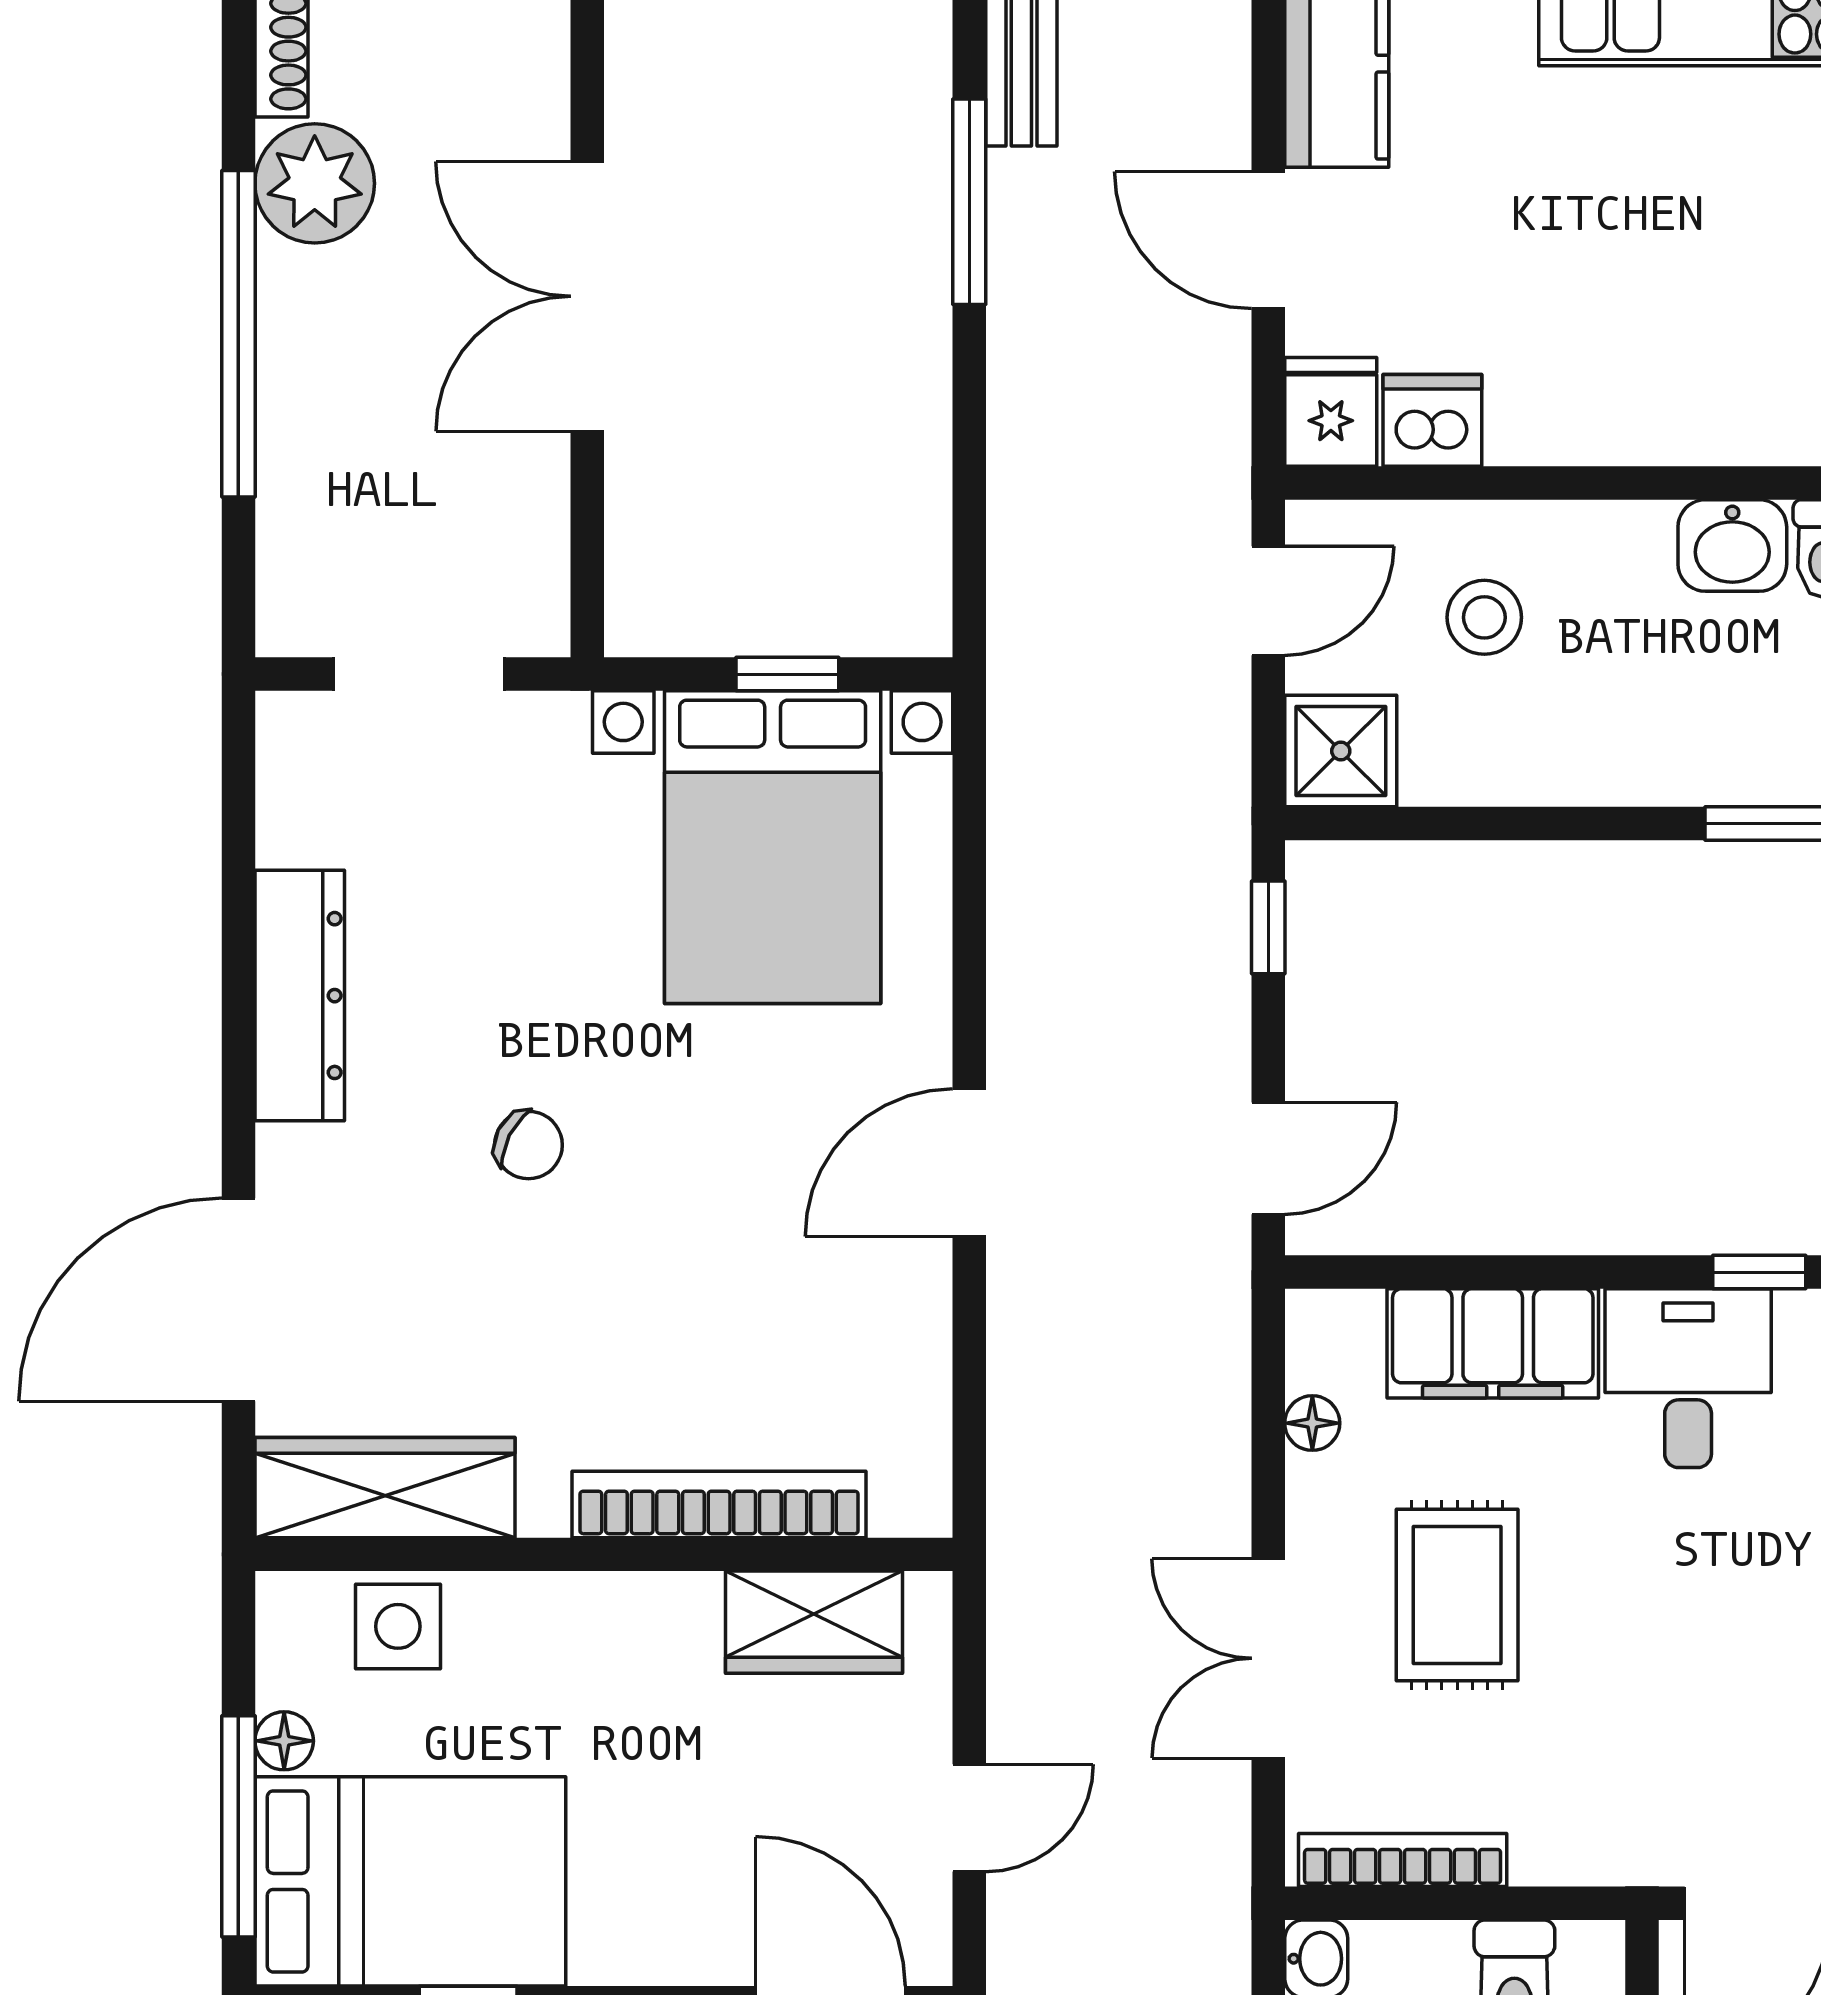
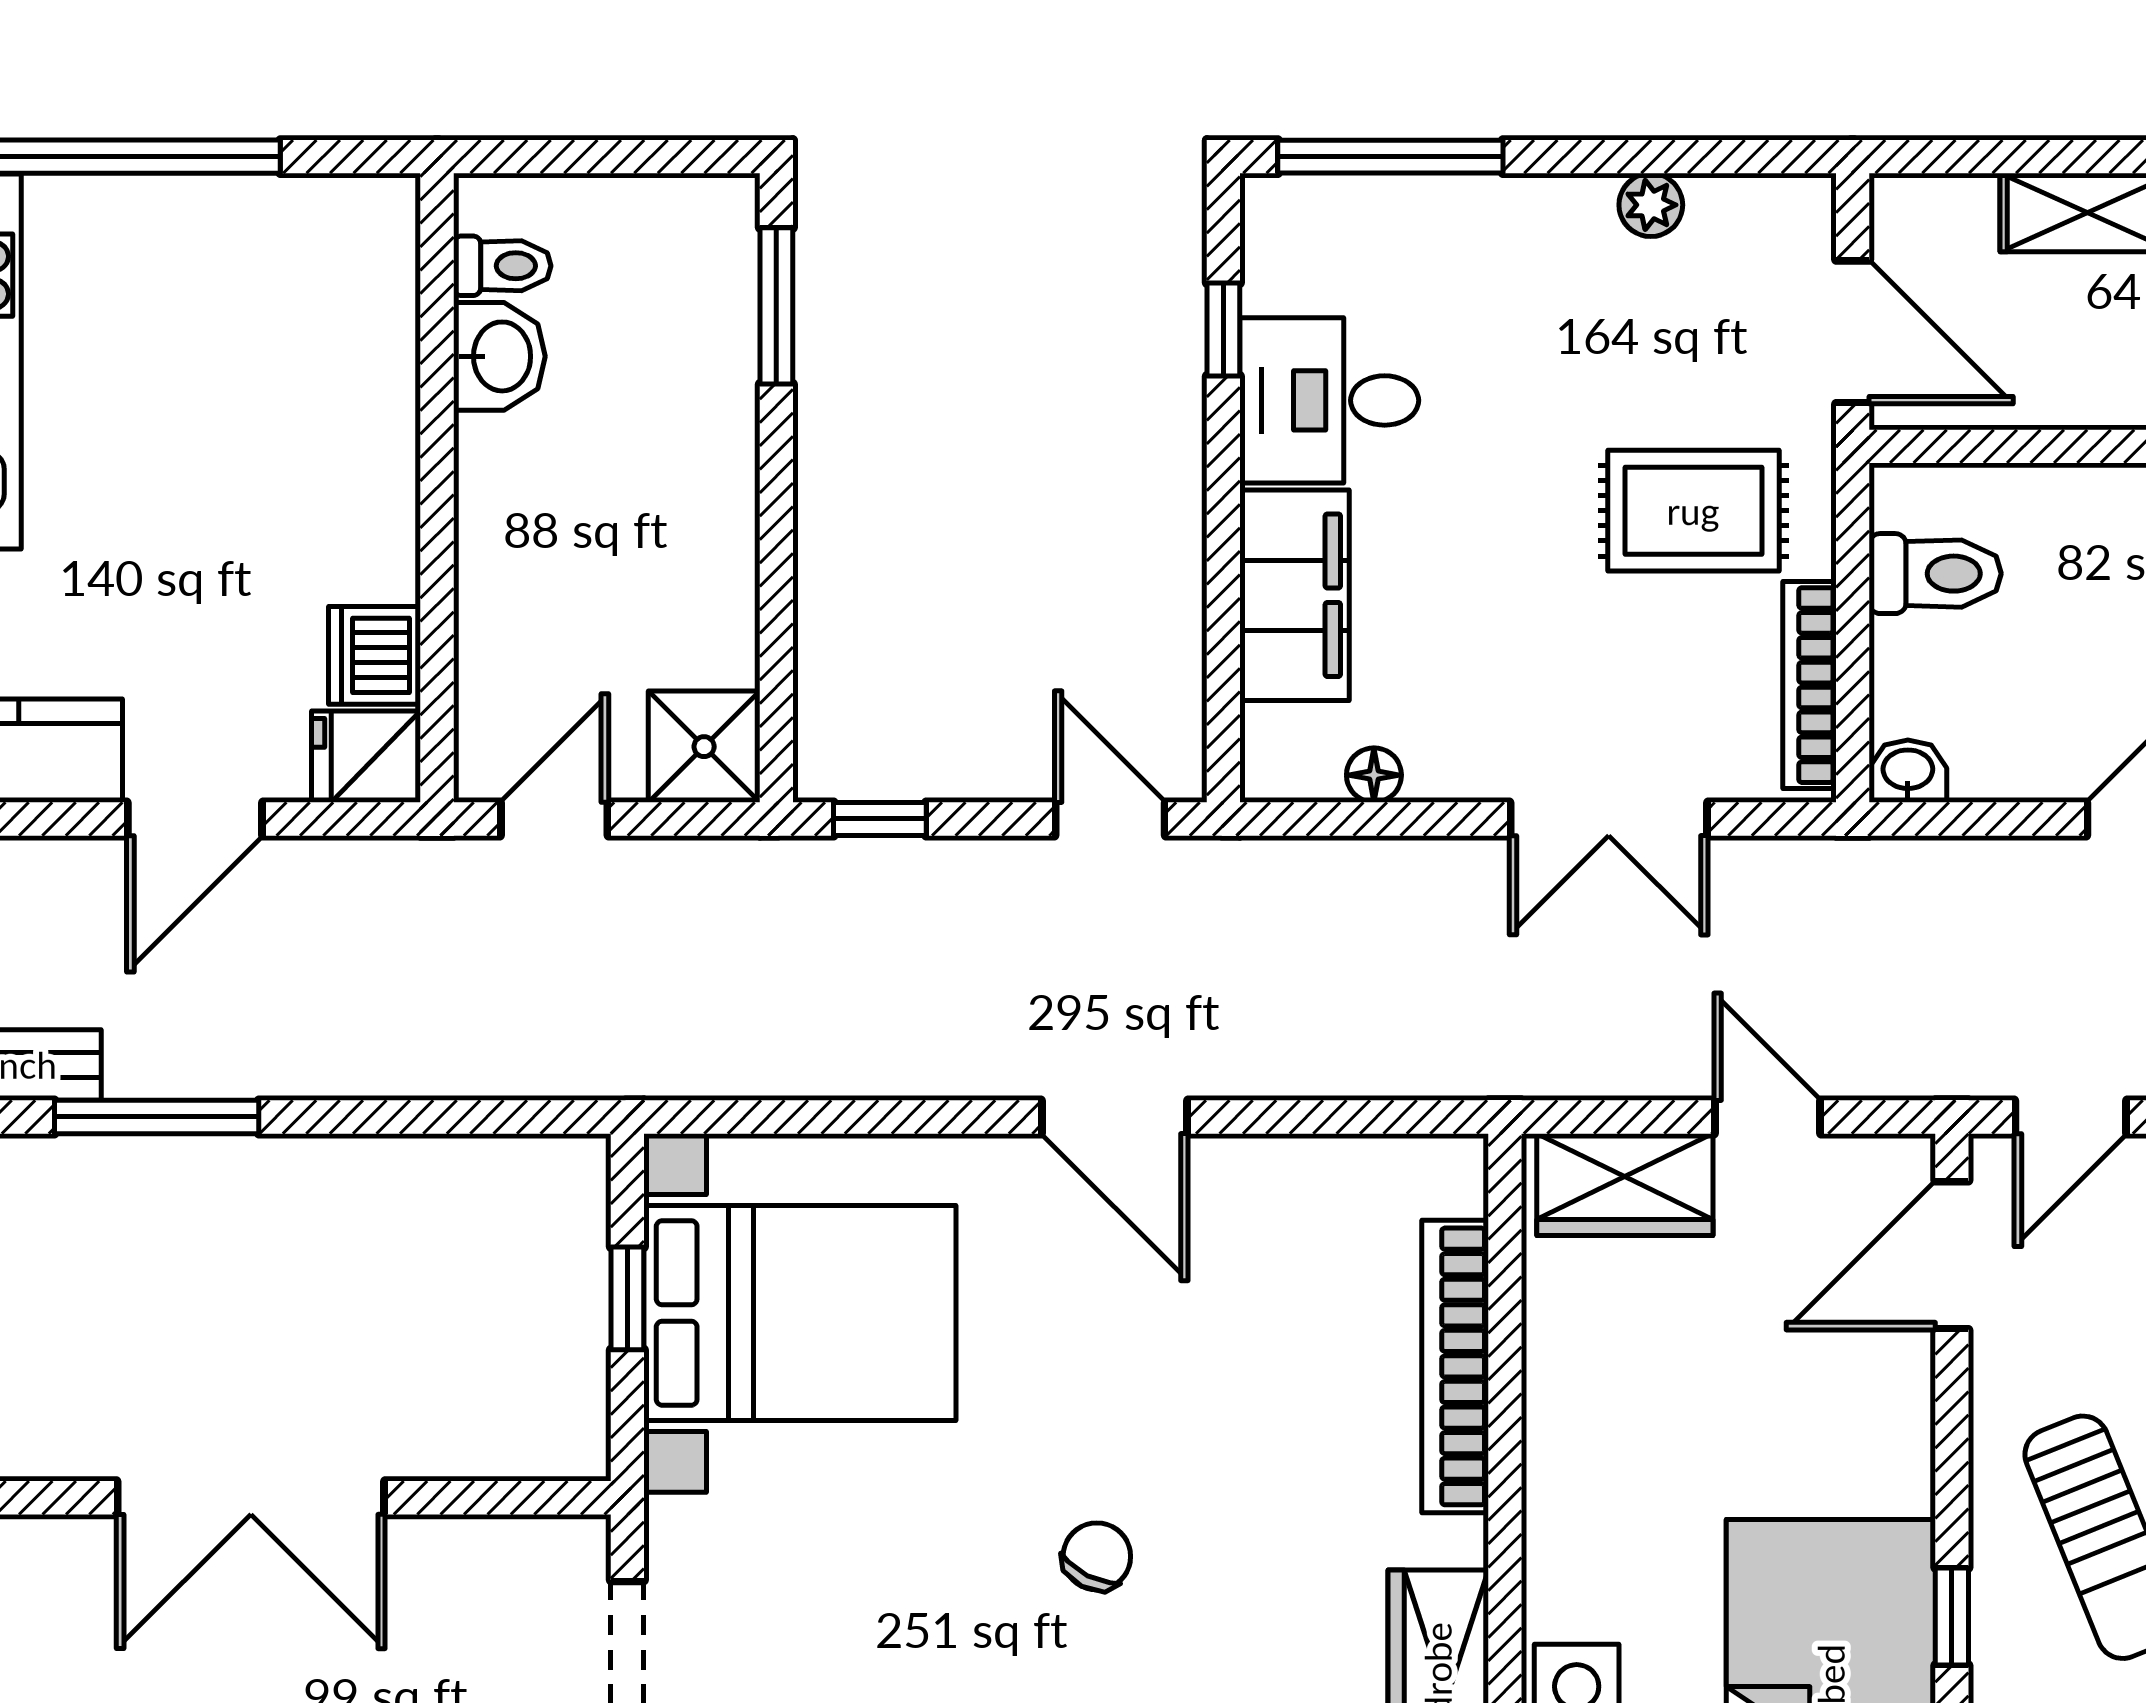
door: (1268, 601) -> (554, 819), hinge flipped
stool: (1484, 617) -> (571, 604), removed
rug: (1457, 1595) -> (1693, 511), moved
wardrobe: (814, 1622) -> (1625, 1185), moved, turned 90

